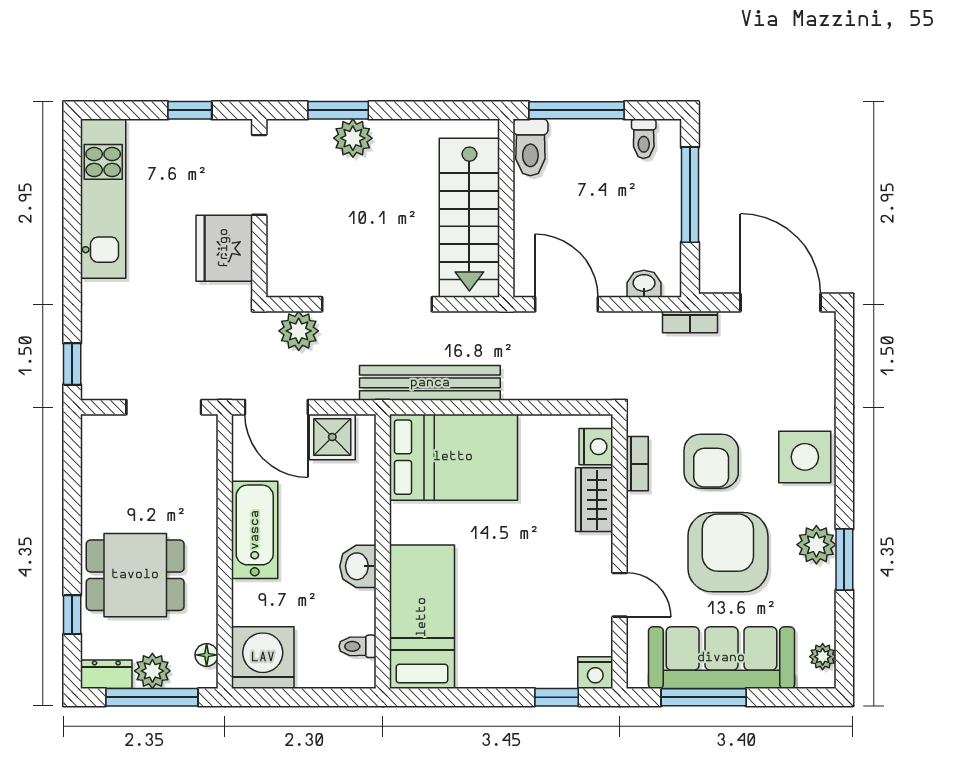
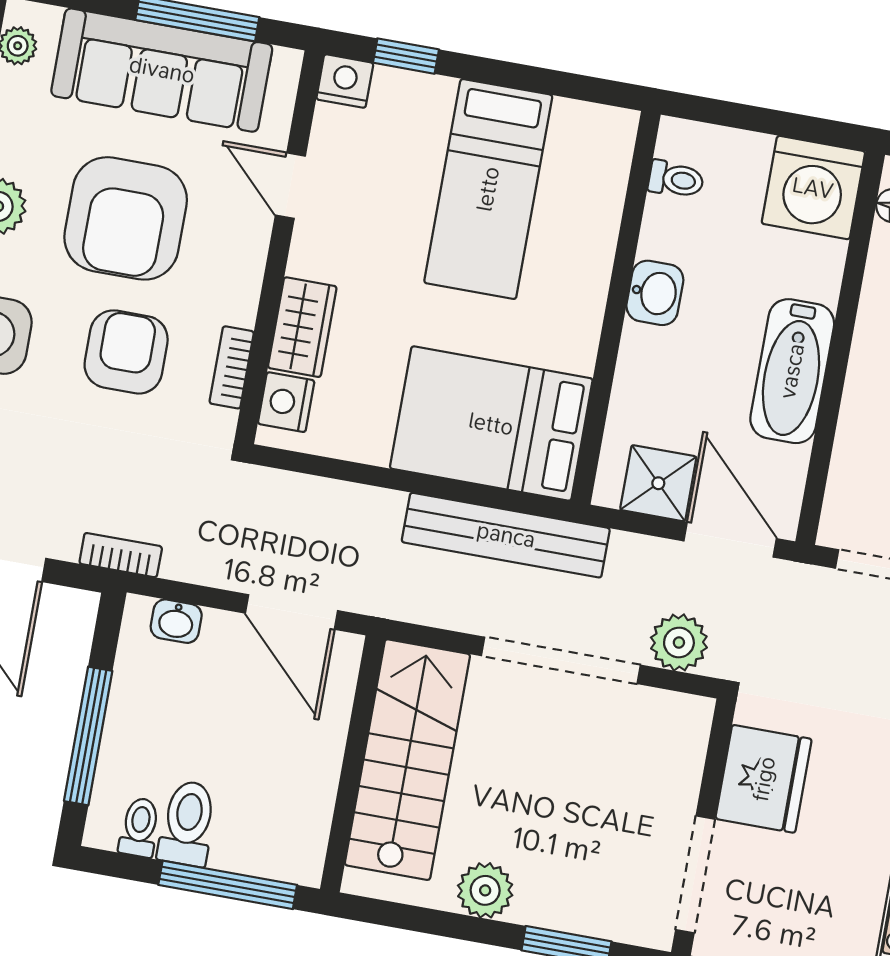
plant: (353, 138) -> (485, 890), moved
toilet: (530, 147) -> (187, 823), moved
bed: (422, 617) -> (488, 189), moved

